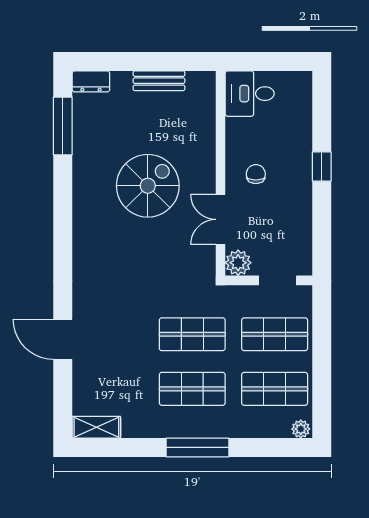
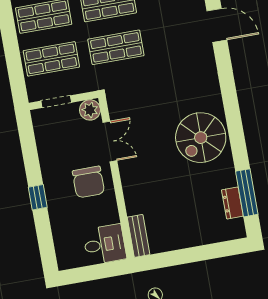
dresser: (91, 81) -> (232, 203), moved, turned -90
bench: (159, 81) -> (138, 236), moved, turned 90
chair: (256, 174) -> (88, 182), width x1.87, depth x1.87
spiral stairs: (148, 186) -> (201, 138), moved

